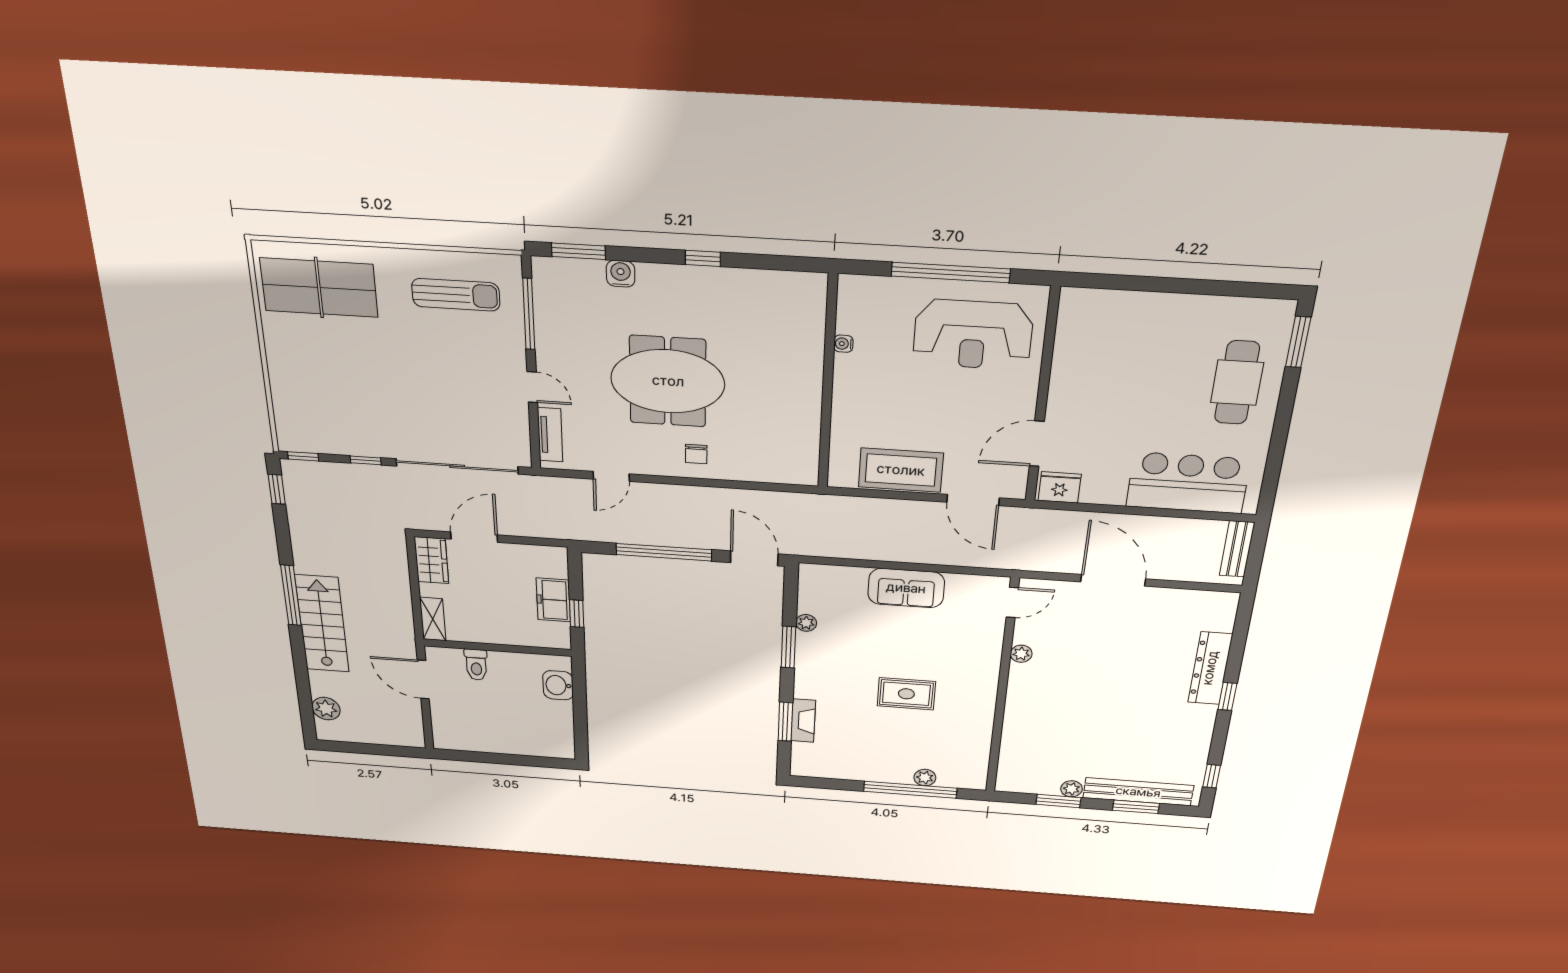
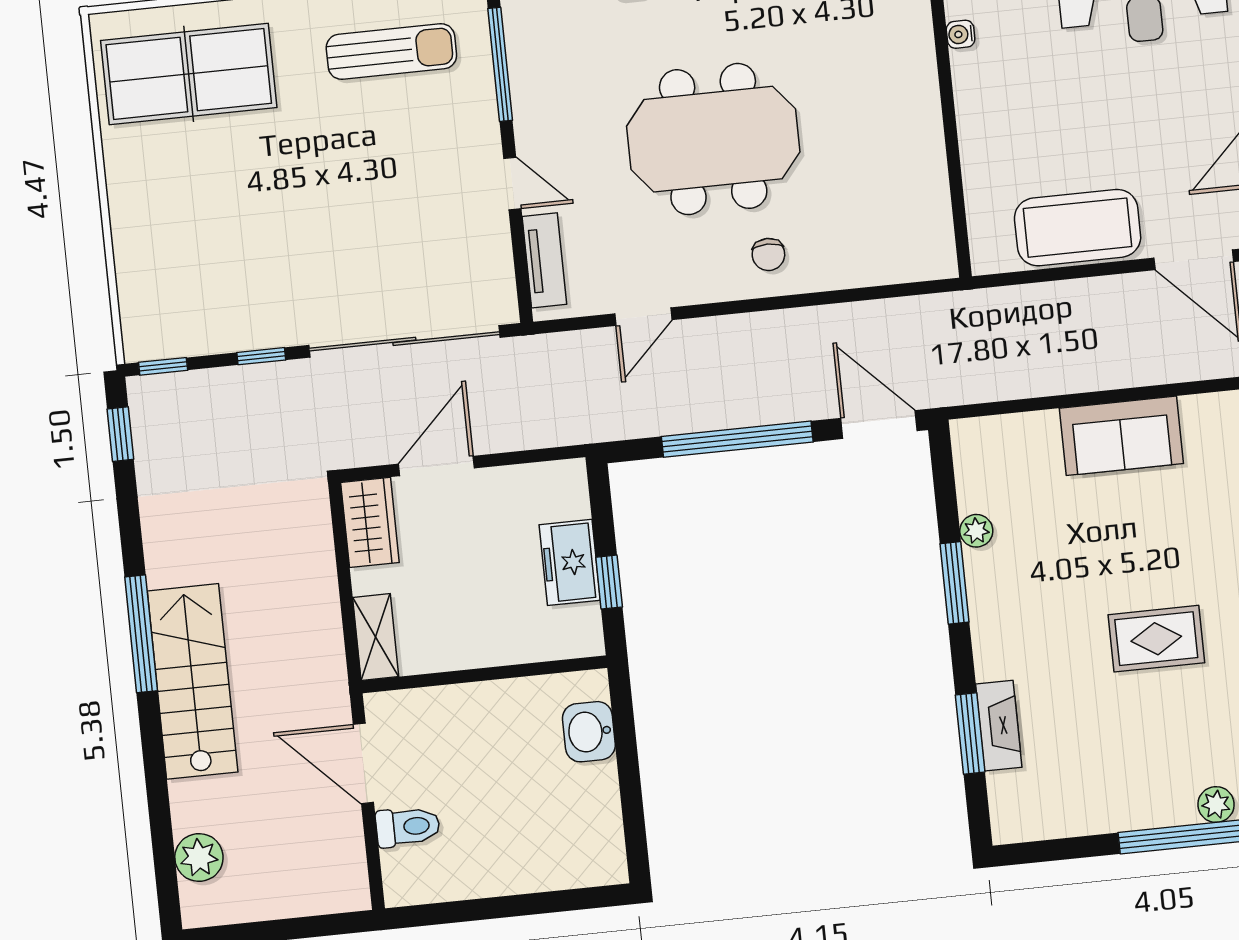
toilet: (476, 665) -> (408, 827), moved, turned -90

